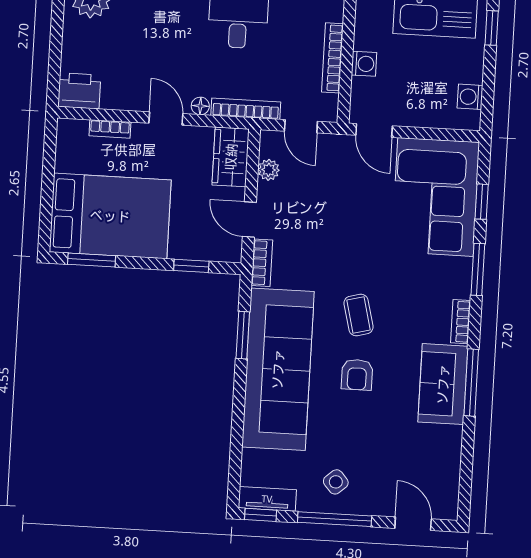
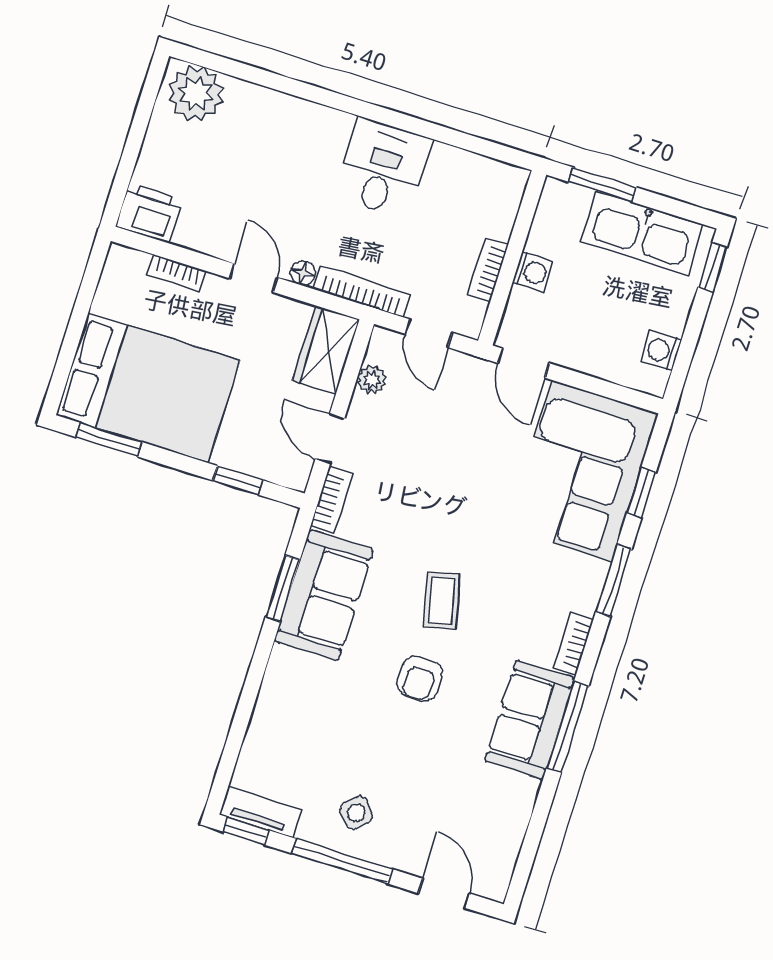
bookcase: (332, 58) -> (488, 270), width x0.64
sofa: (278, 369) -> (324, 595), width x0.54, depth x0.79

